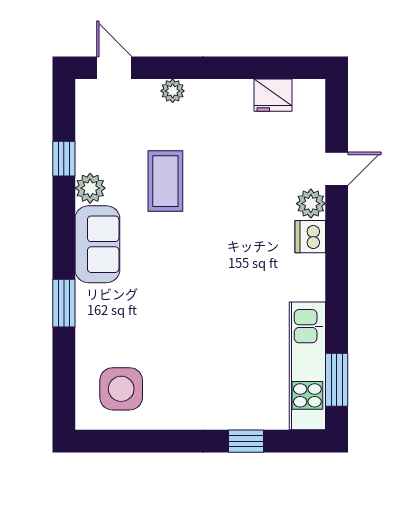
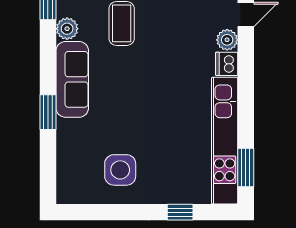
sofa: (97, 244) -> (72, 79), width x1.36
kitchen unit: (307, 366) -> (225, 141), width x1.36
side table: (121, 389) -> (120, 170), moved

